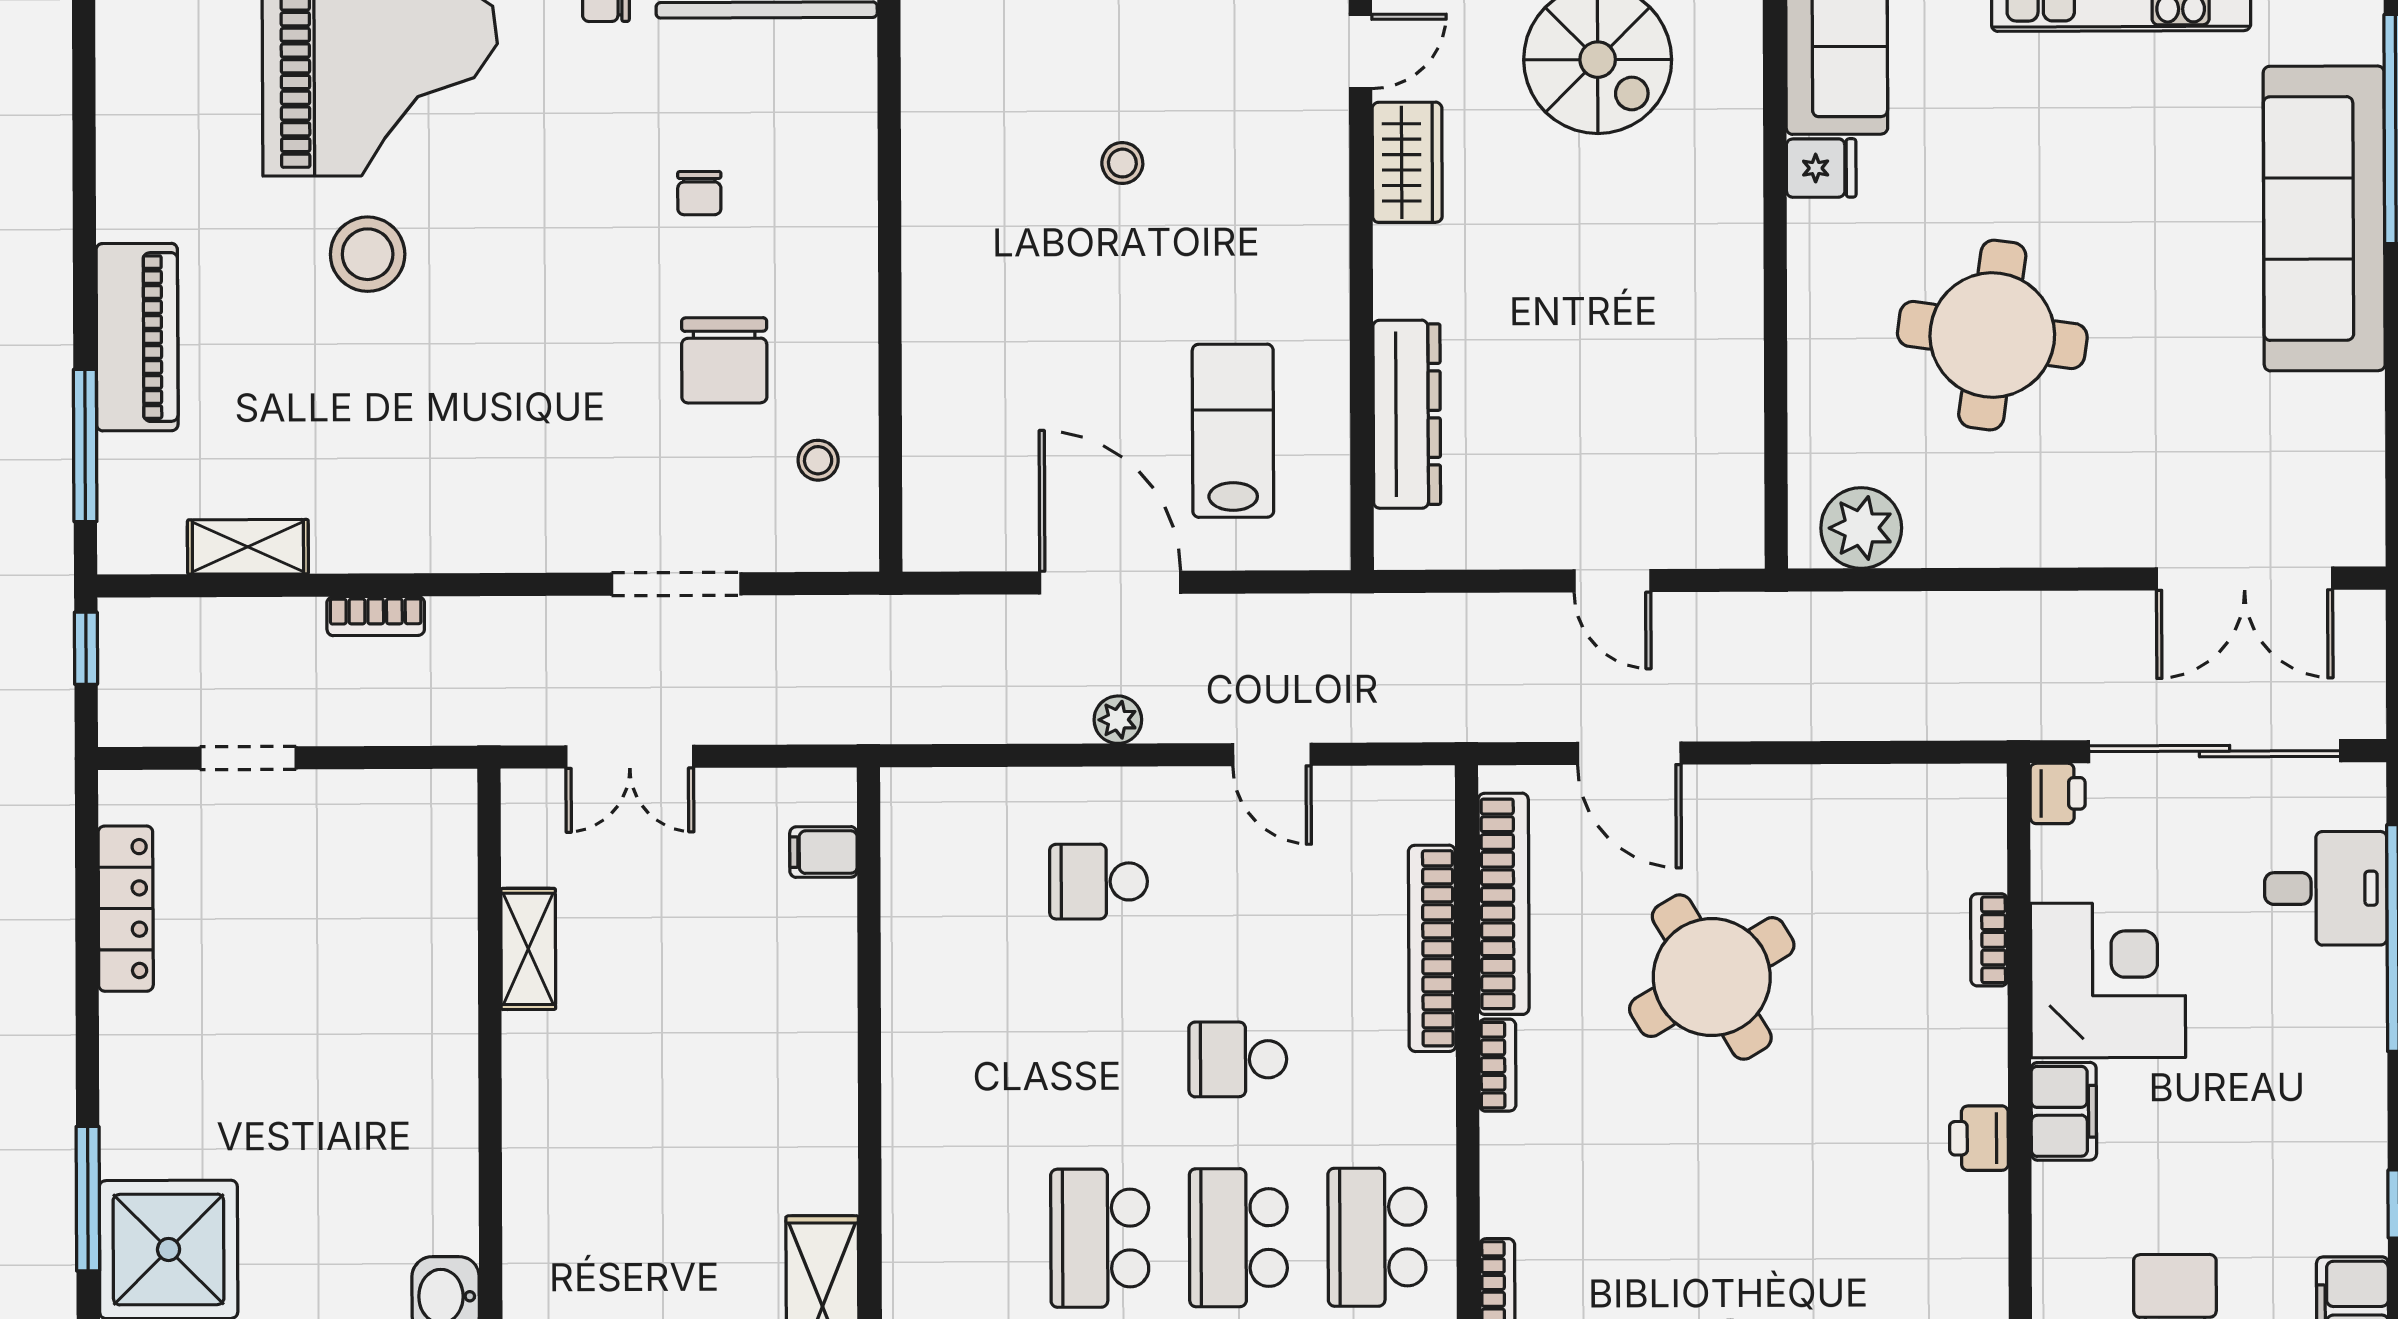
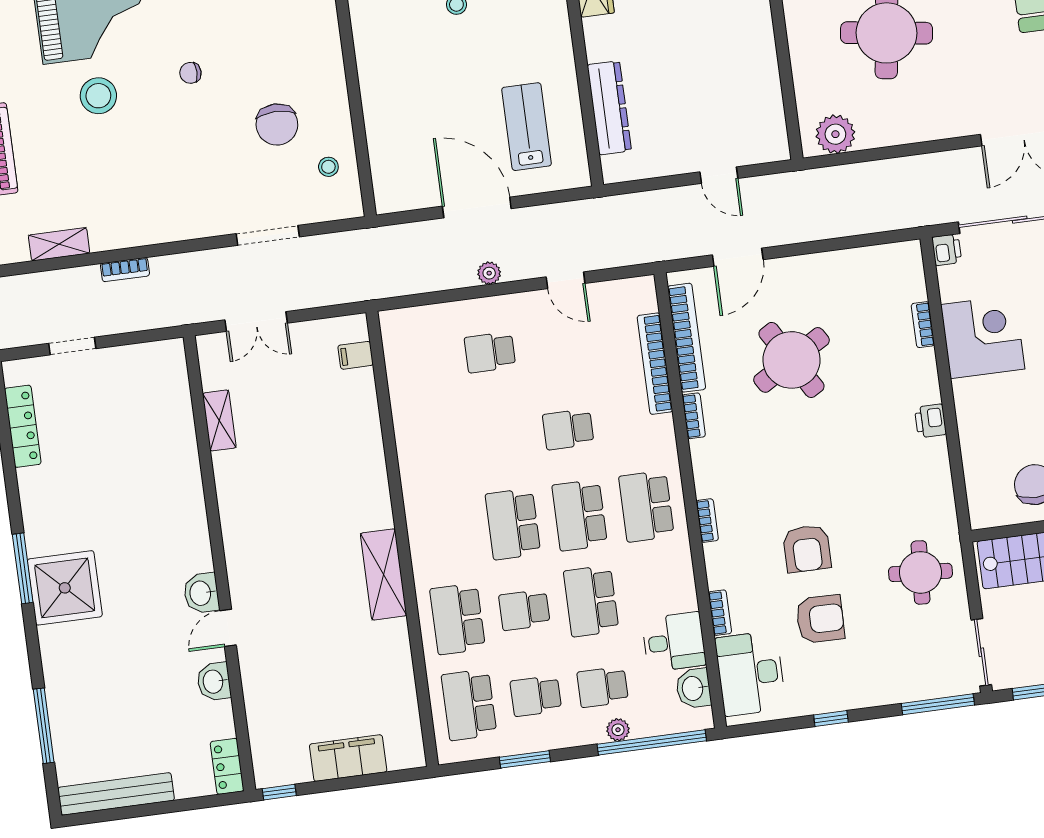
chair: (699, 193) -> (190, 73), moved, turned 90
door: (1629, 753) -> (738, 257), hinge flipped
filing cabinet: (2064, 1111) -> (970, 403), removed

